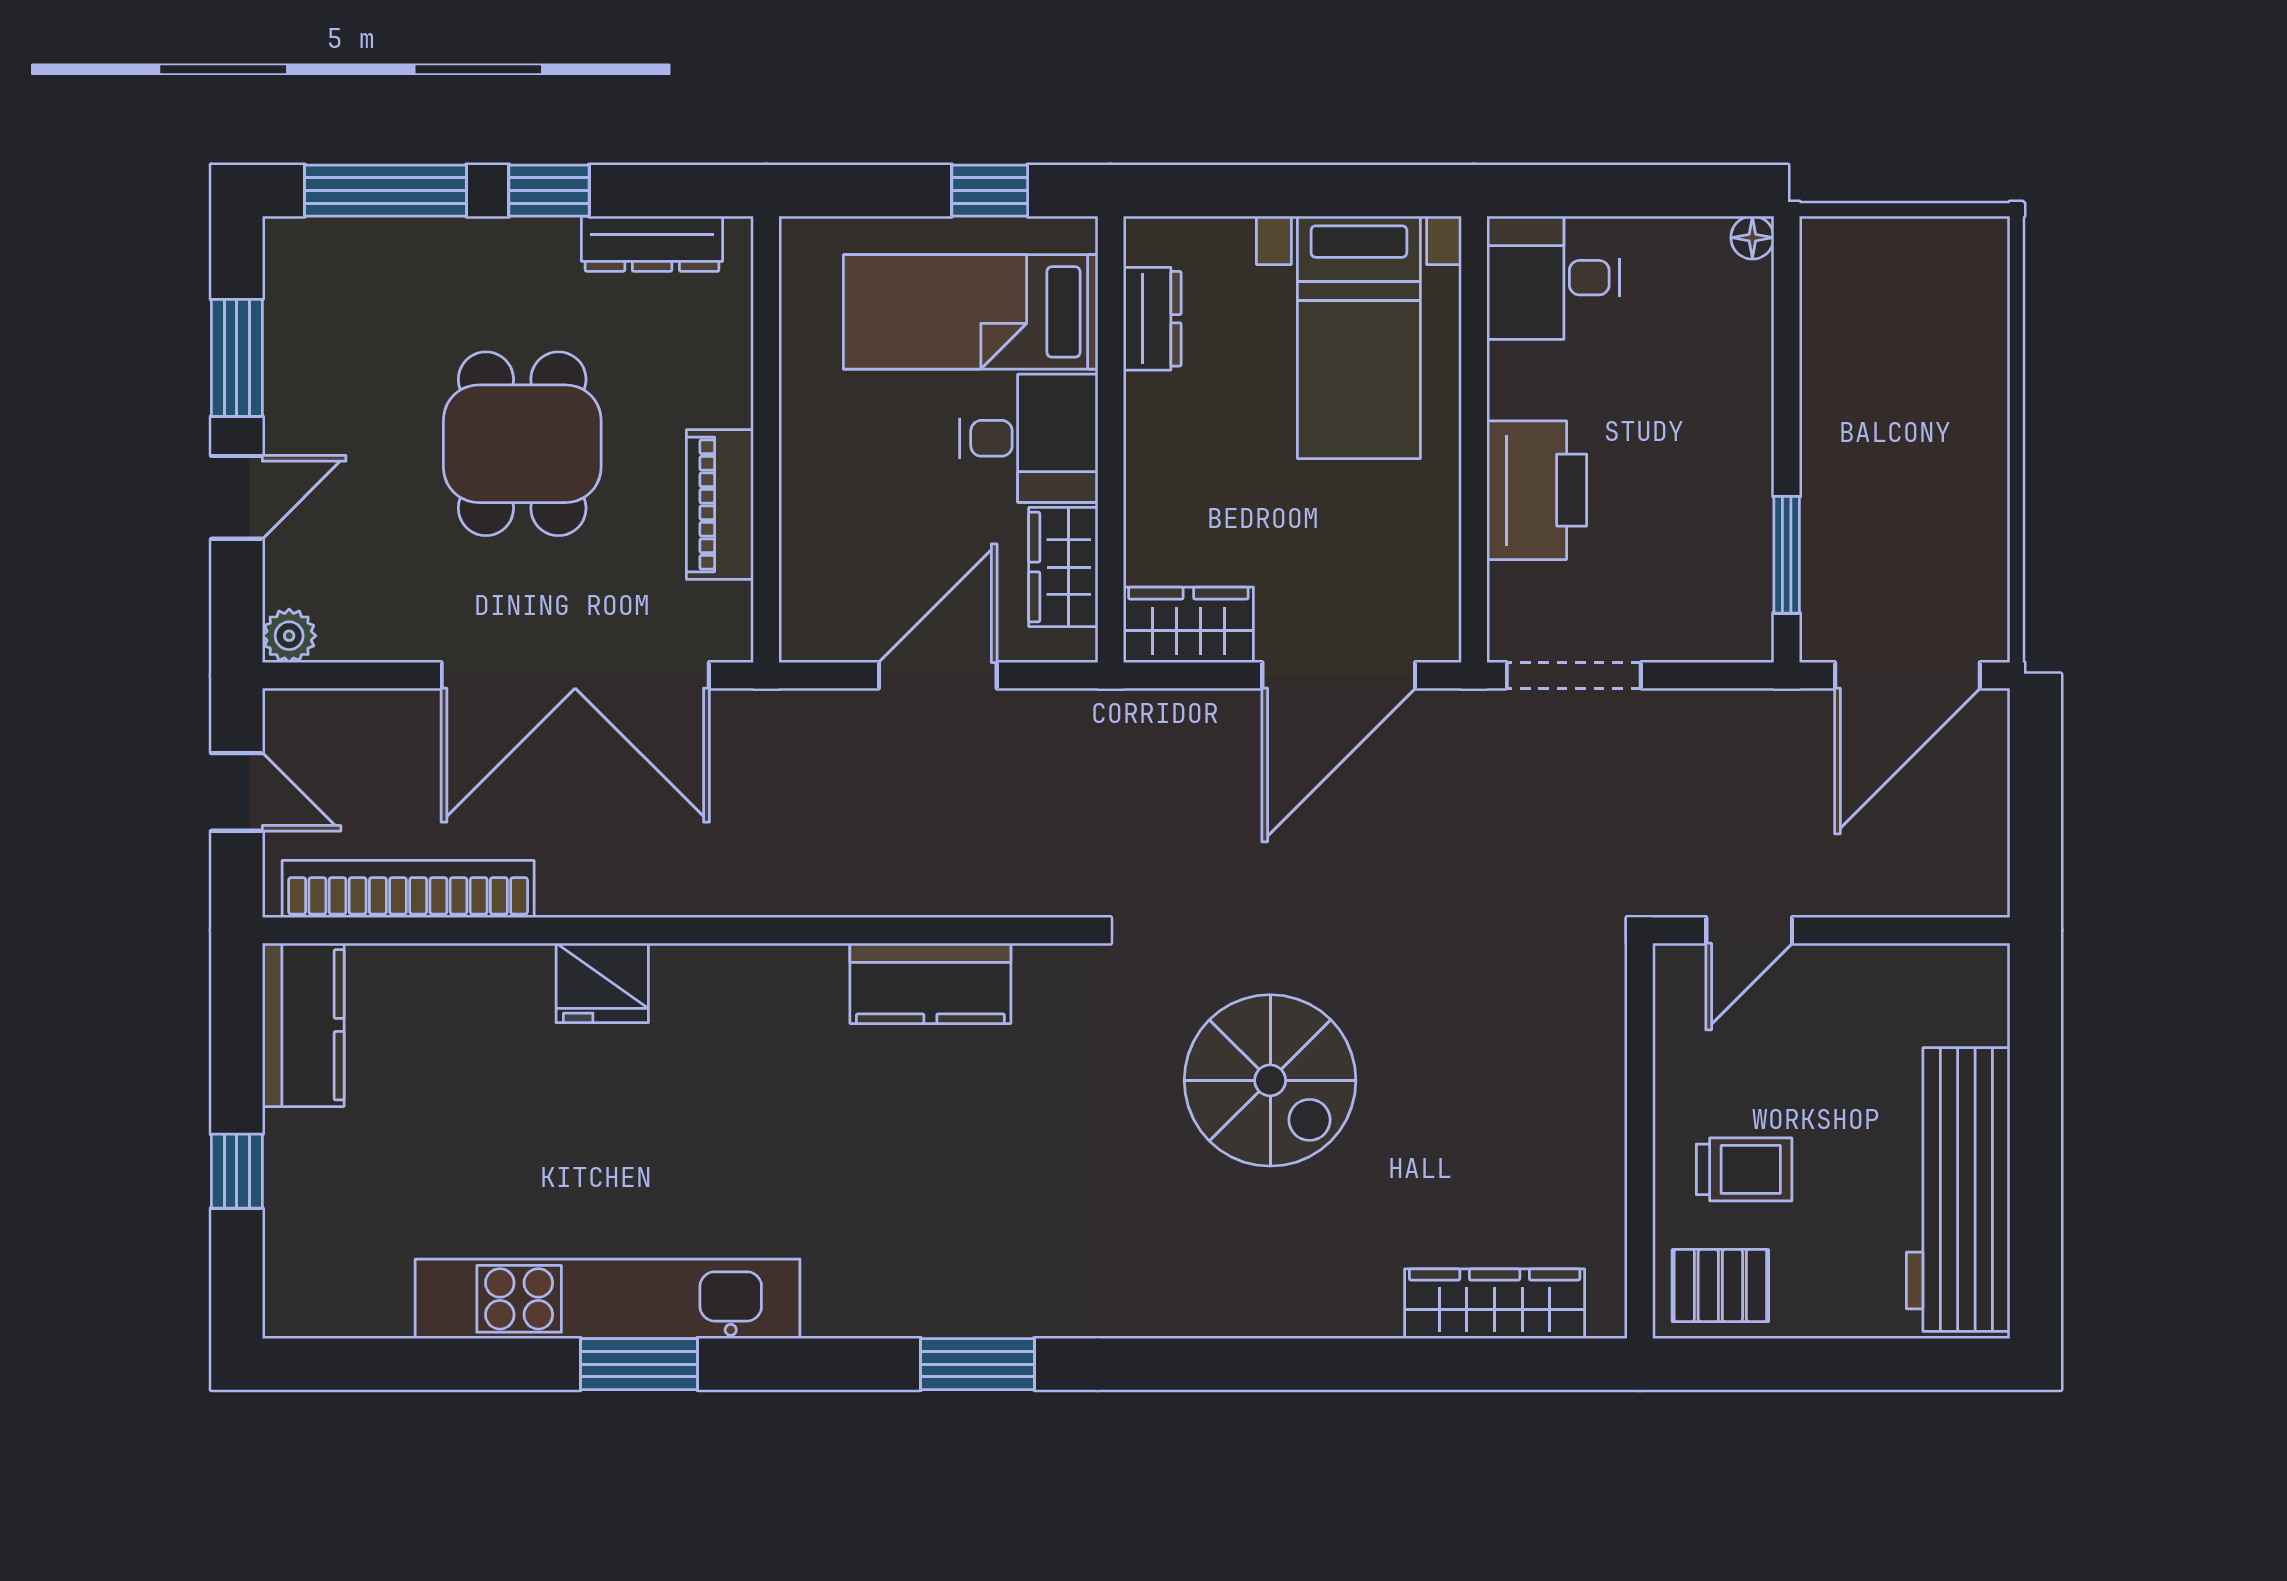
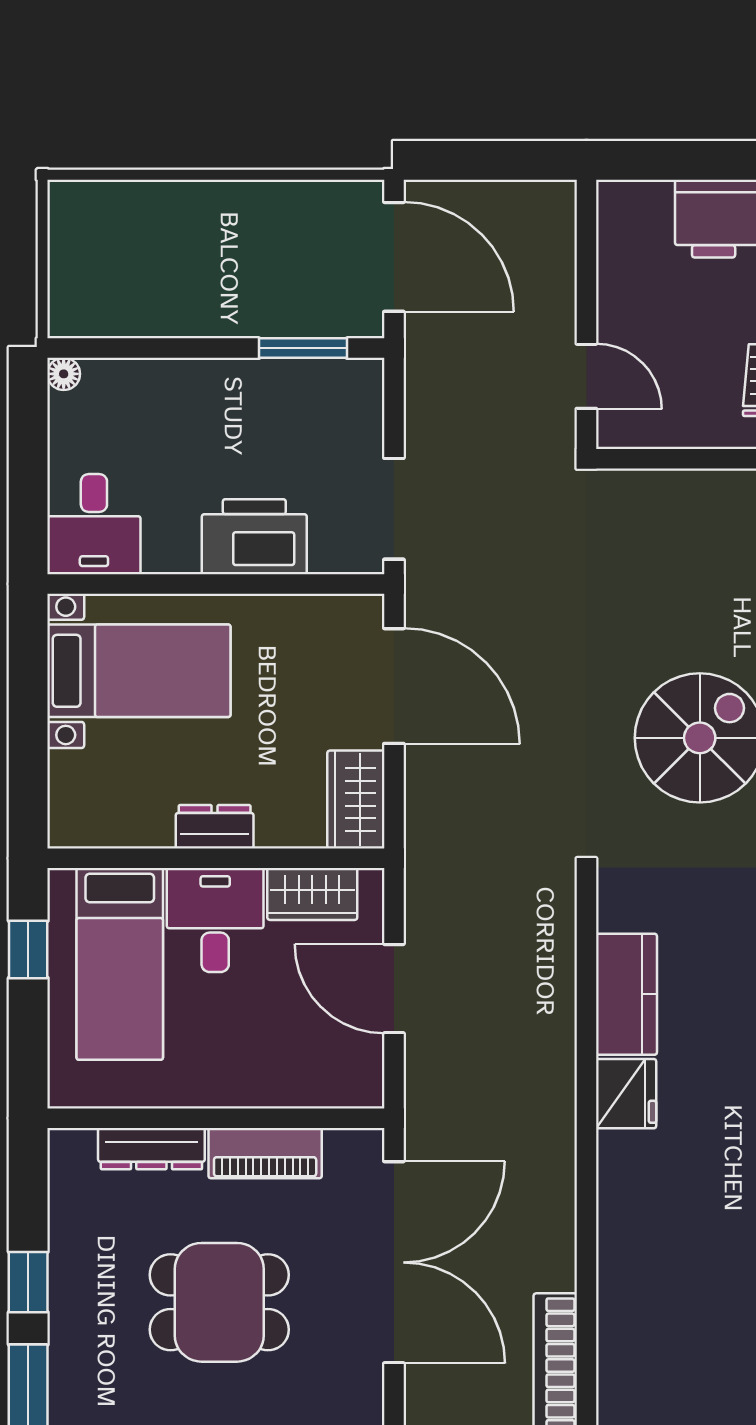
dresser: (652, 244) -> (151, 1149), moved, turned 90
dresser: (1152, 319) -> (215, 827), moved
fridge: (602, 983) -> (626, 1094), moved

